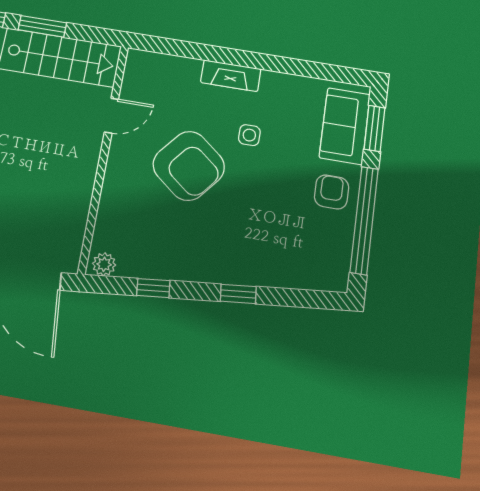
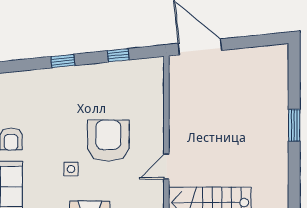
armchair: (189, 166) -> (108, 141), turned 51
plant: (104, 264) -> (153, 65), removed

